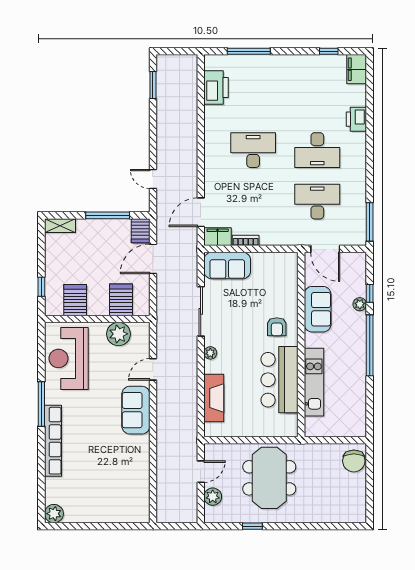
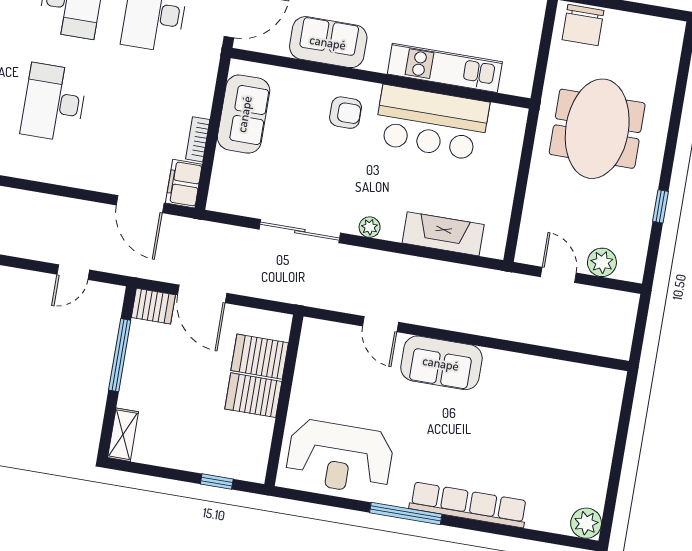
sofa: (227, 266) -> (244, 114), moved
server rack: (75, 300) -> (253, 395), moved
plant: (119, 334) -> (314, 370), removed
chair: (354, 461) -> (583, 25), turned 90
meeting table: (269, 478) -> (597, 129), moved, turned 90

